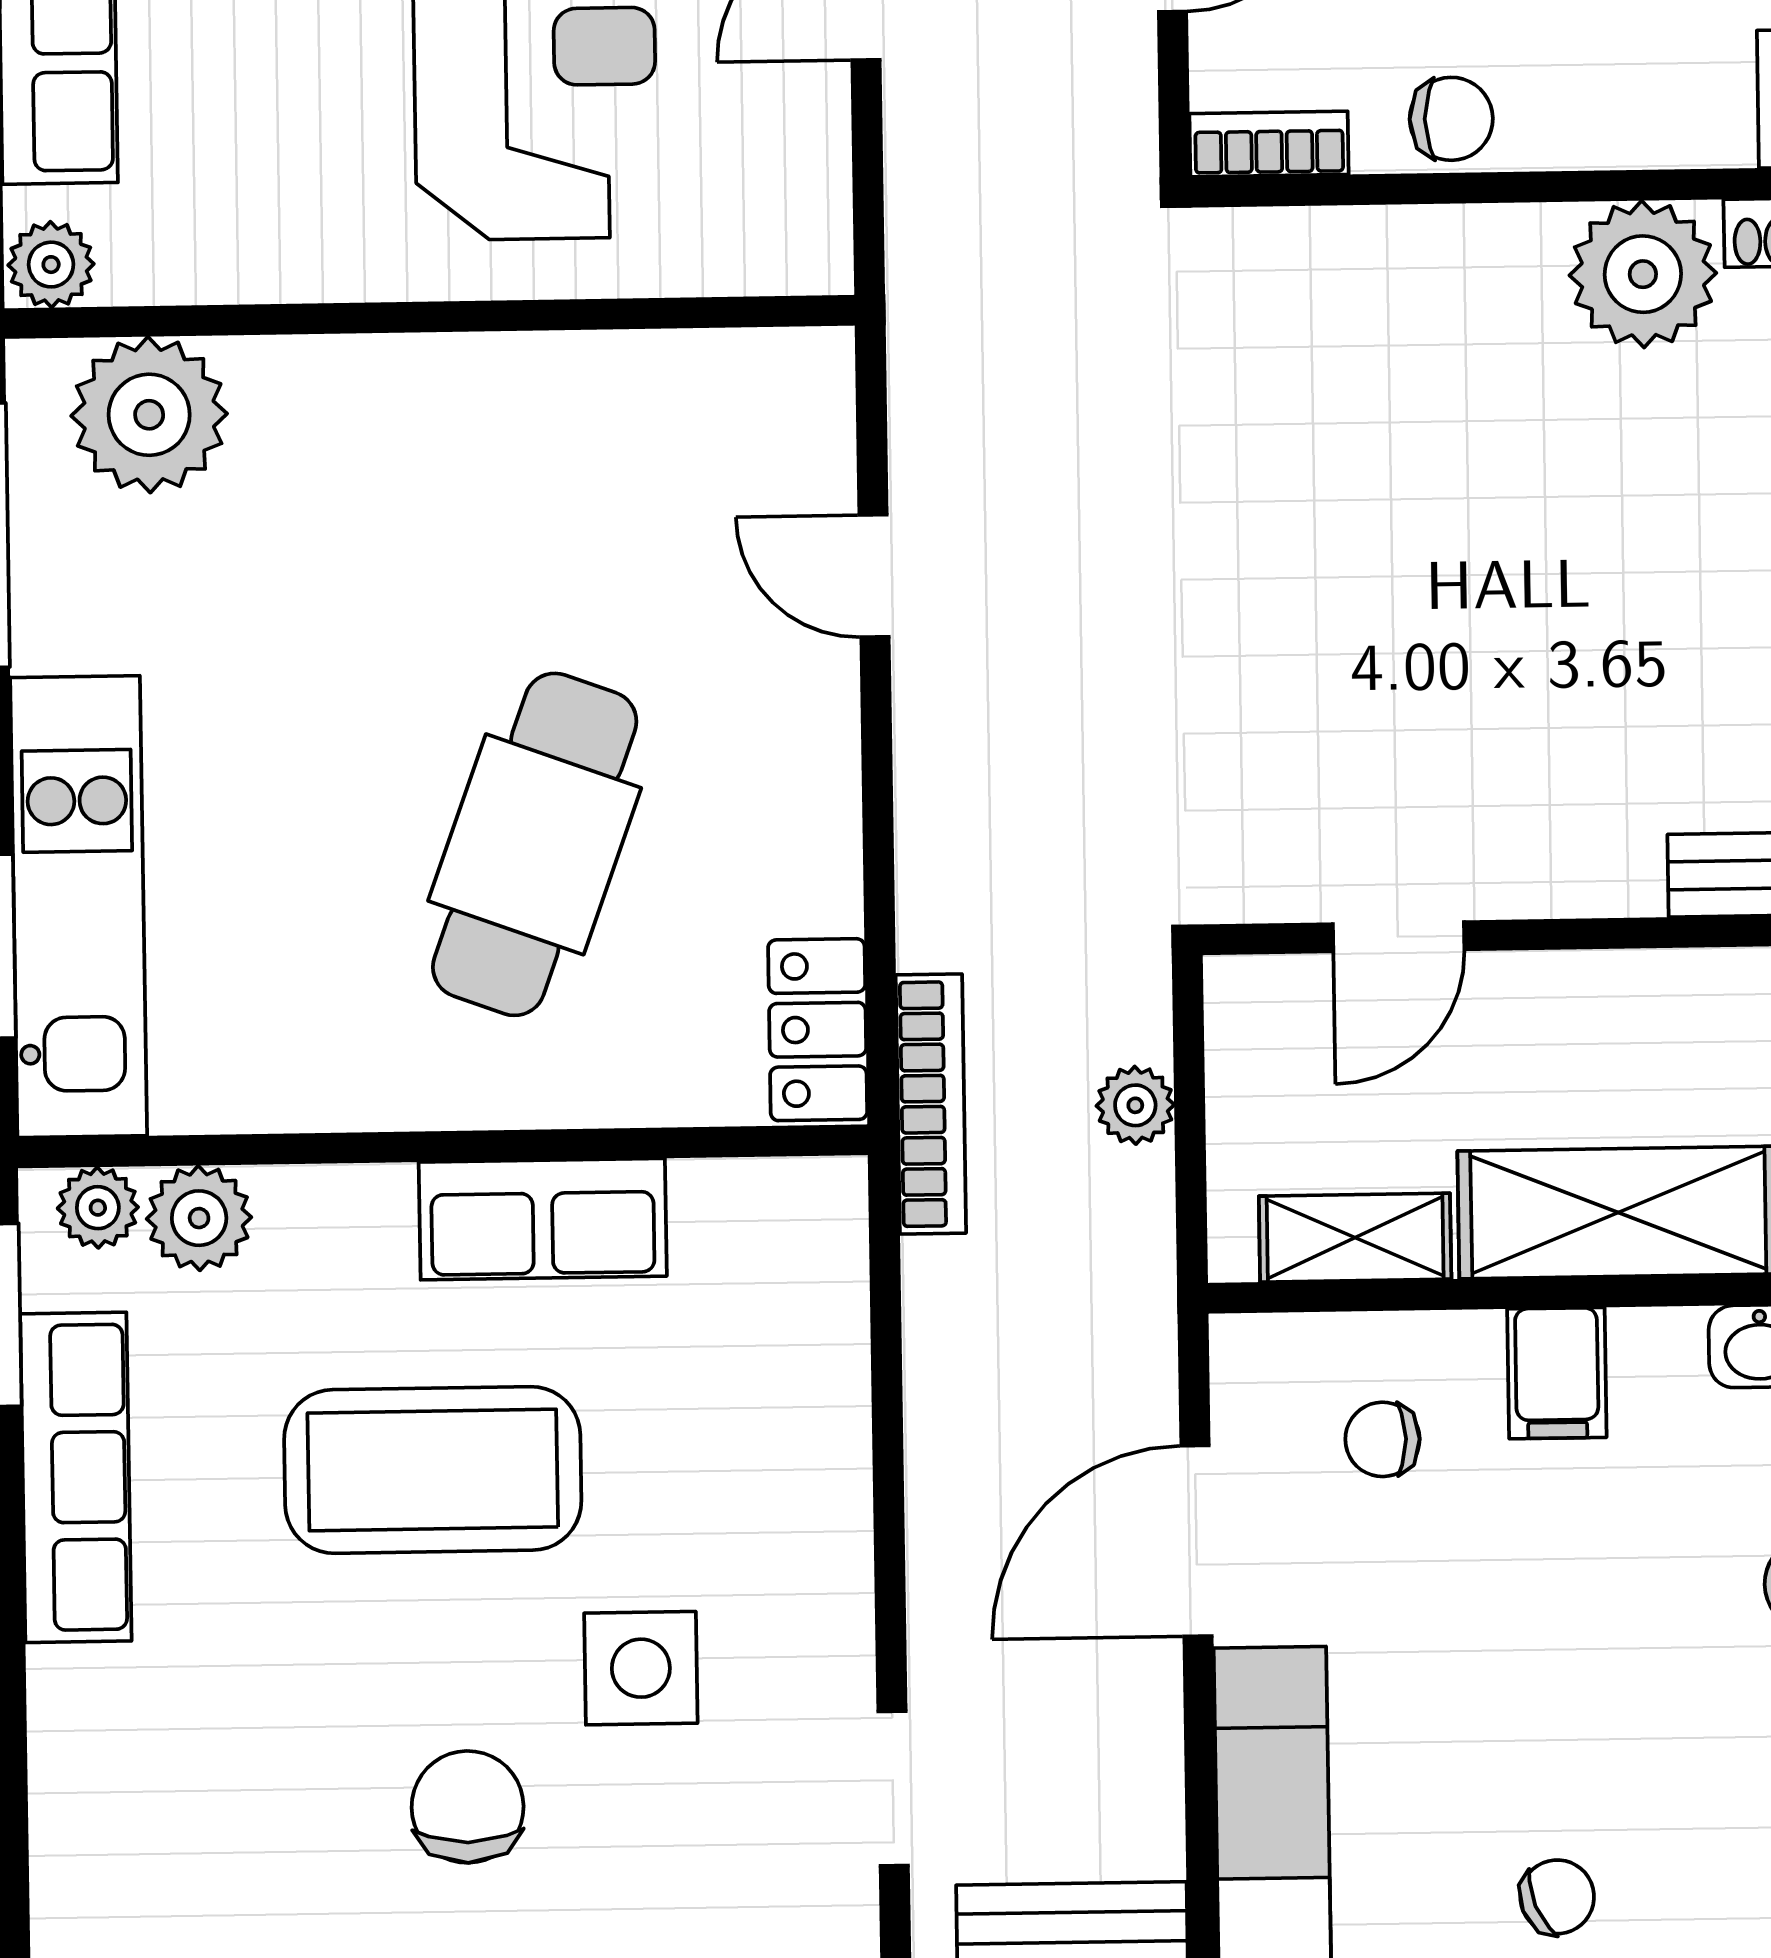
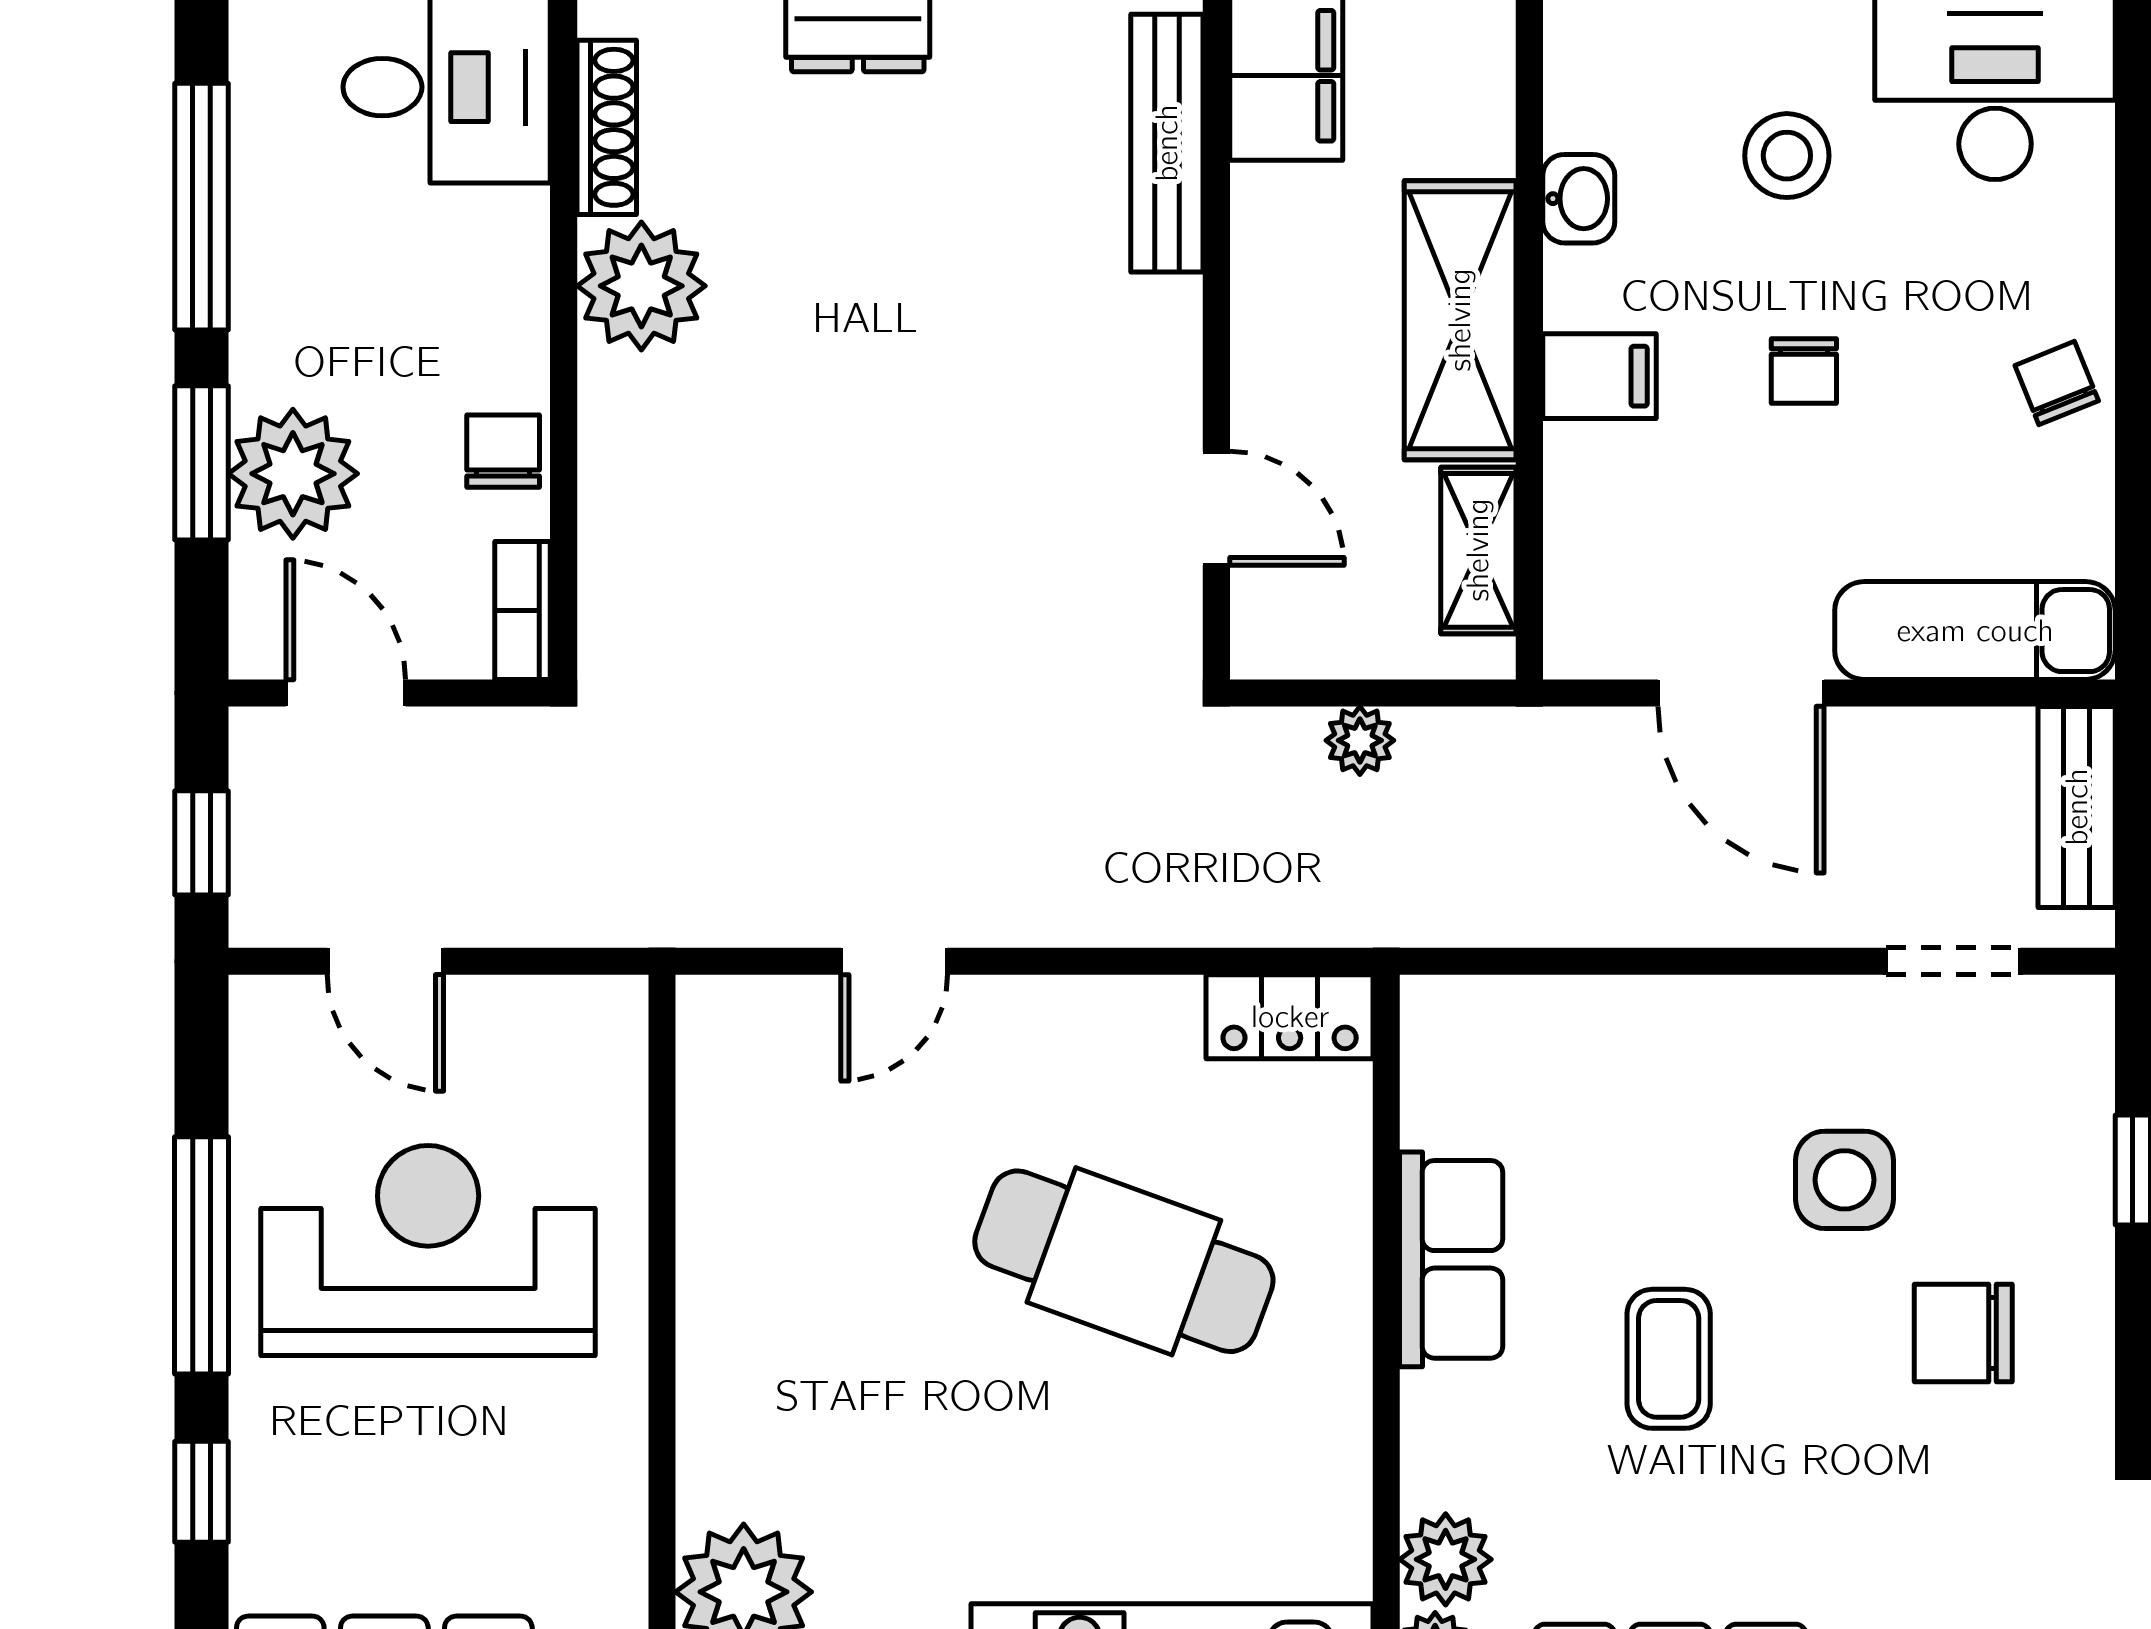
bookcase: (931, 1104) -> (1356, 919), removed
chair: (1382, 1439) -> (1804, 371), moved
coffee table: (433, 1470) -> (1669, 1359), width x0.54, depth x0.58

